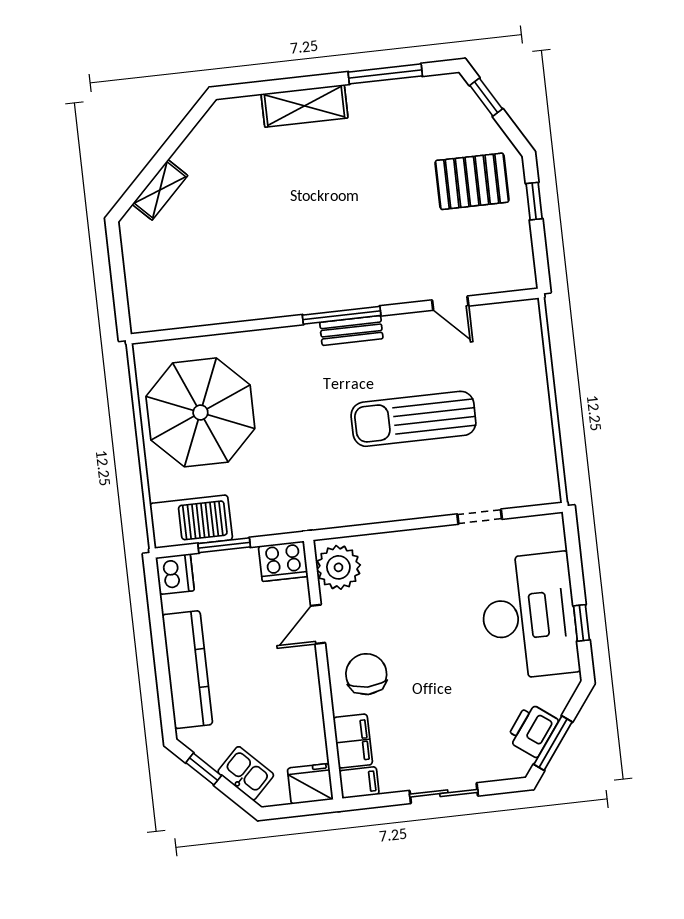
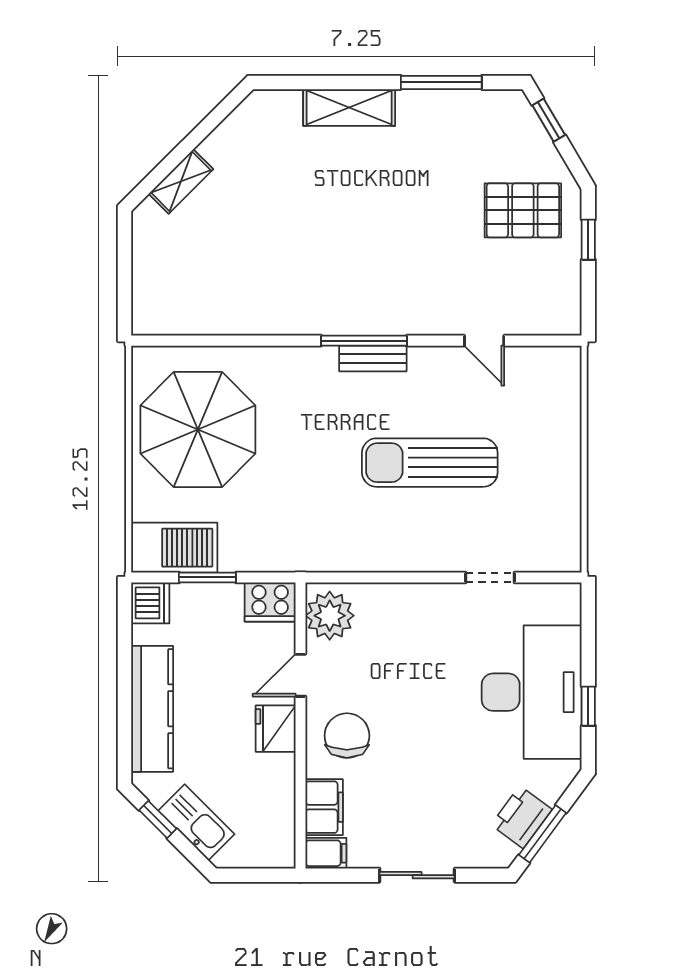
kitchen sink: (246, 773) -> (196, 822), width x1.38
fridge: (310, 784) -> (276, 729), moved, turned -90

